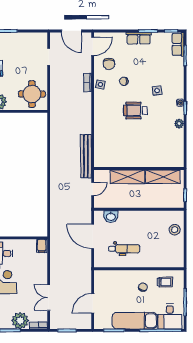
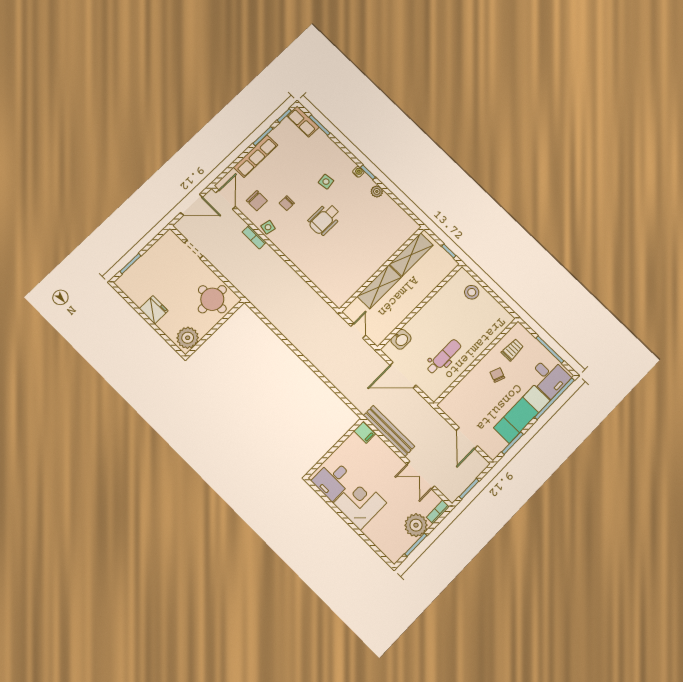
row of seats: (139, 38) -> (256, 156), width x1.48
bench: (86, 156) -> (389, 431), moved

